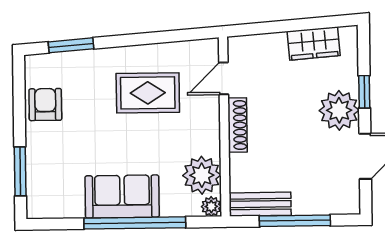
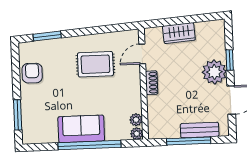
wardrobe: (314, 43) -> (179, 33), moved
shoe rack: (238, 125) -> (152, 83), width x0.70
plant: (202, 175) -> (136, 120), width x0.53, depth x0.53
bench: (260, 204) -> (200, 130), moved

